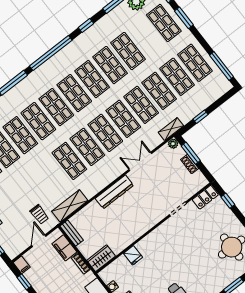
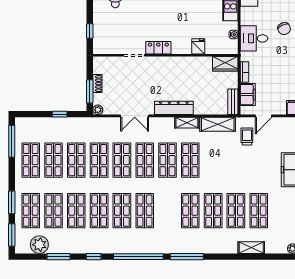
shop shelf: (56, 107) -> (53, 211), moved
shelving: (171, 129) -> (187, 123), moved
locker: (205, 197) -> (158, 48), moved

